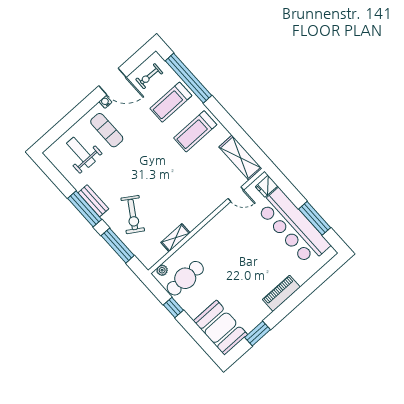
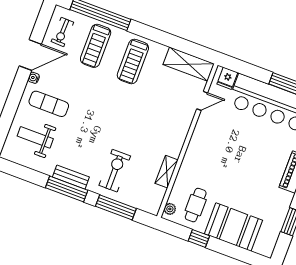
exercise bike: (133, 215) -> (115, 171), turned -123
cafe table: (185, 278) -> (196, 205), width x0.73, depth x0.74
booth: (220, 328) -> (233, 227), moved

